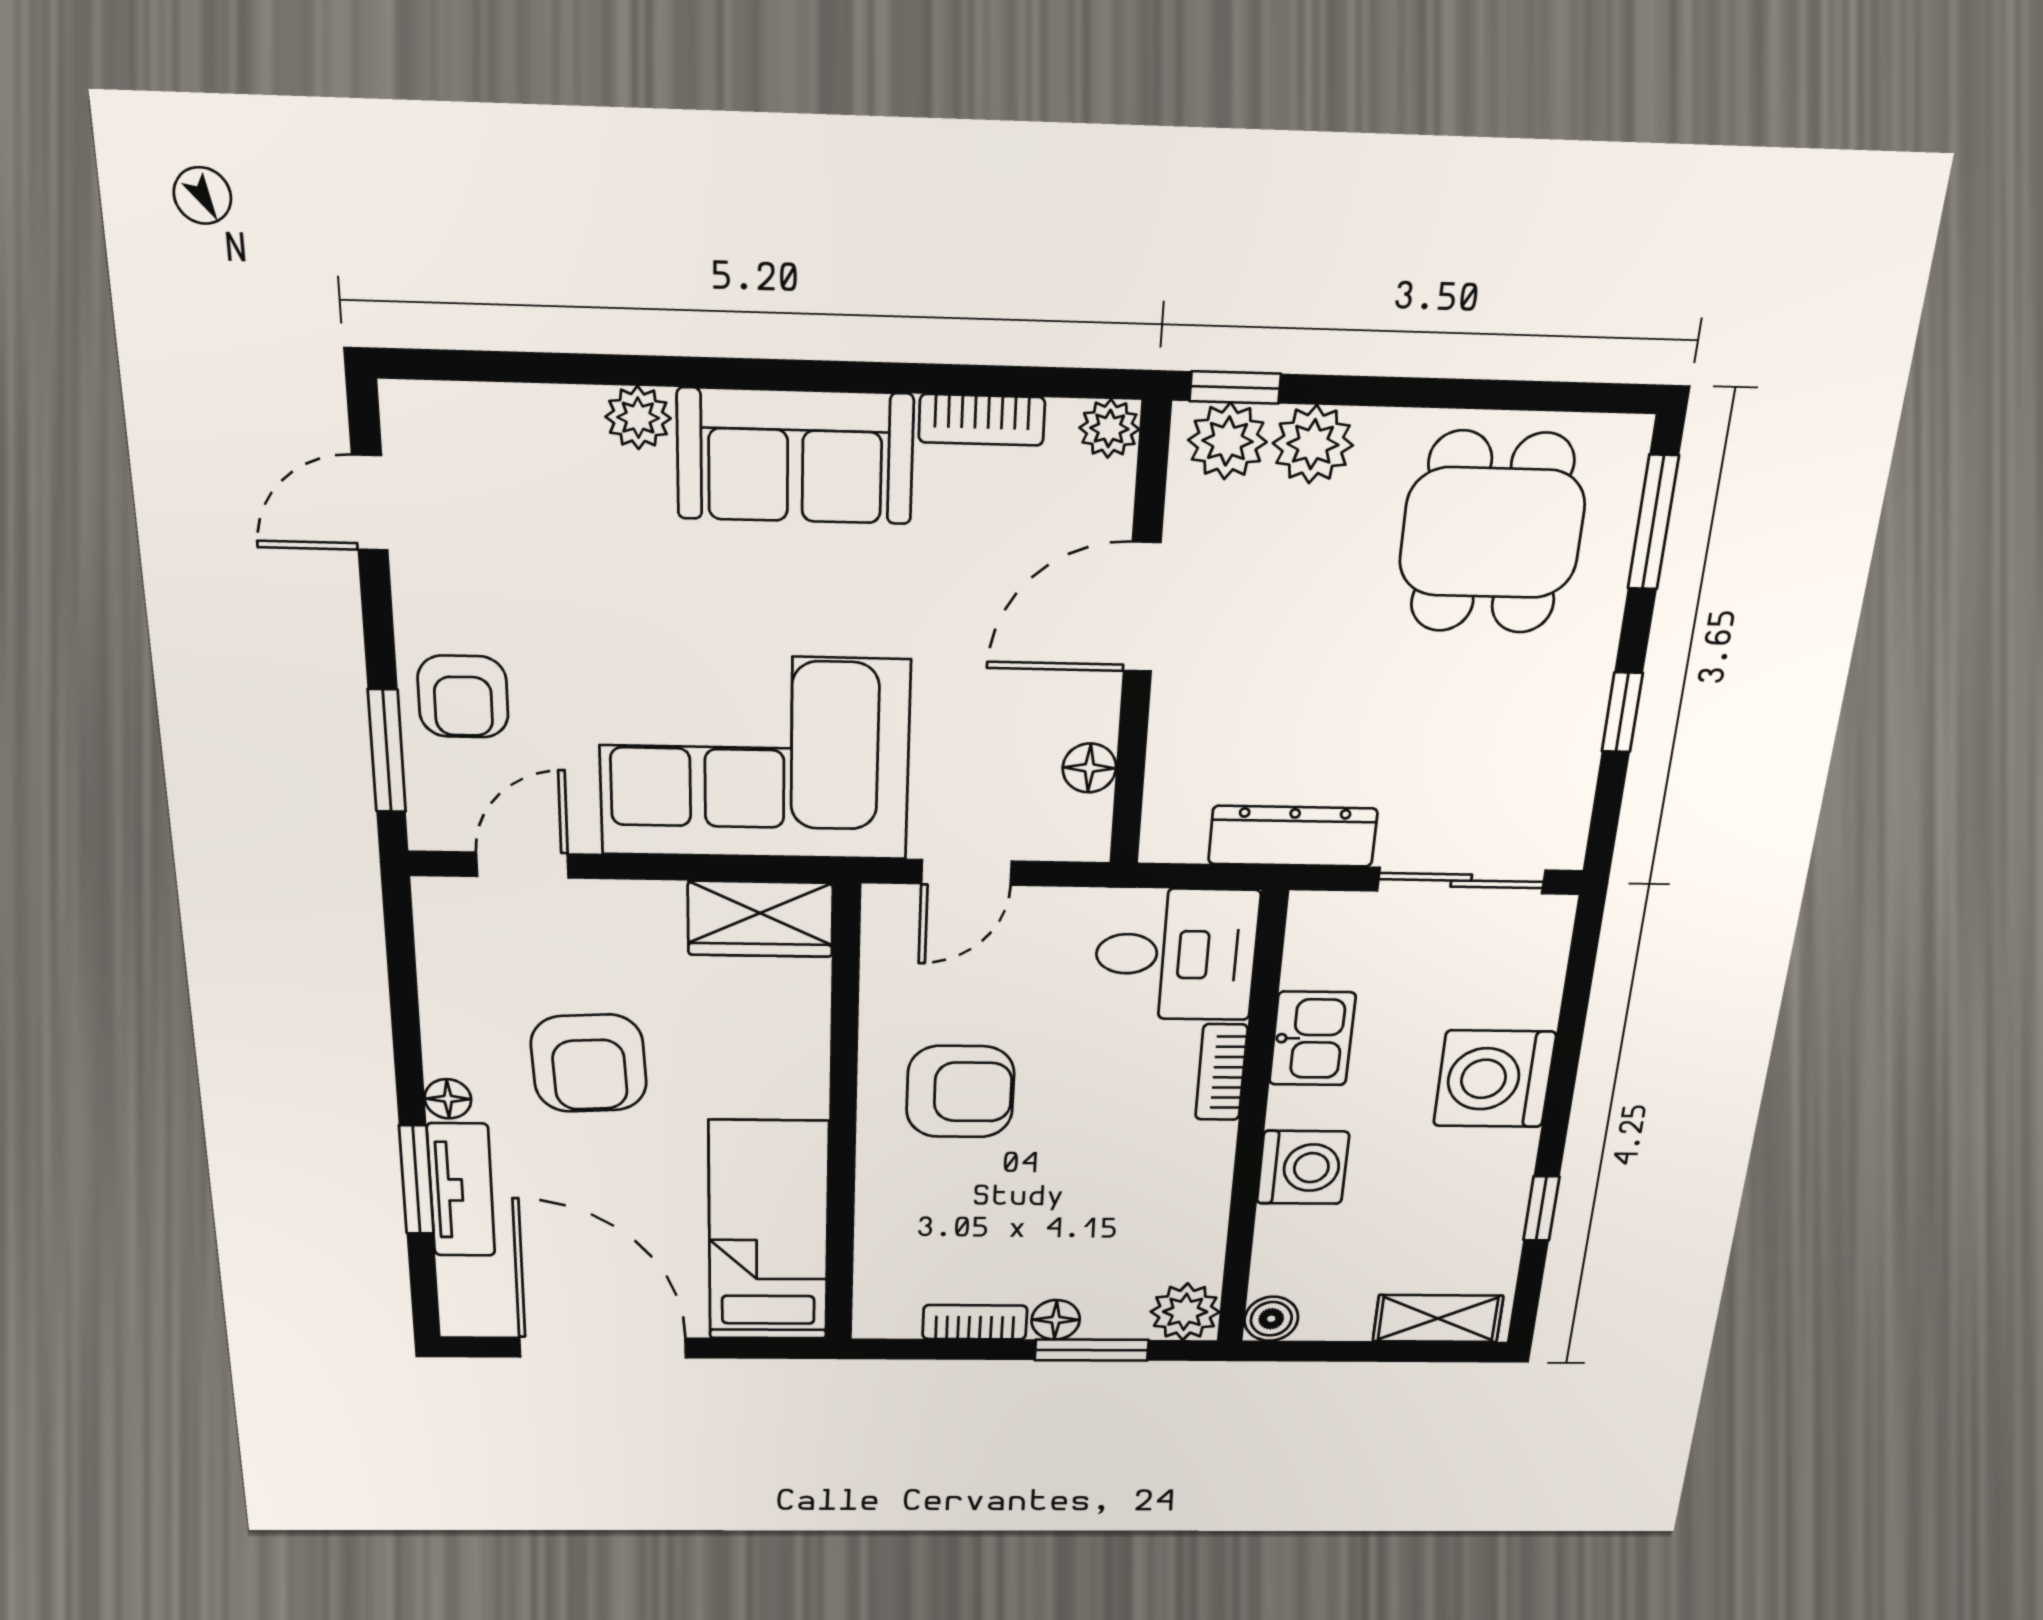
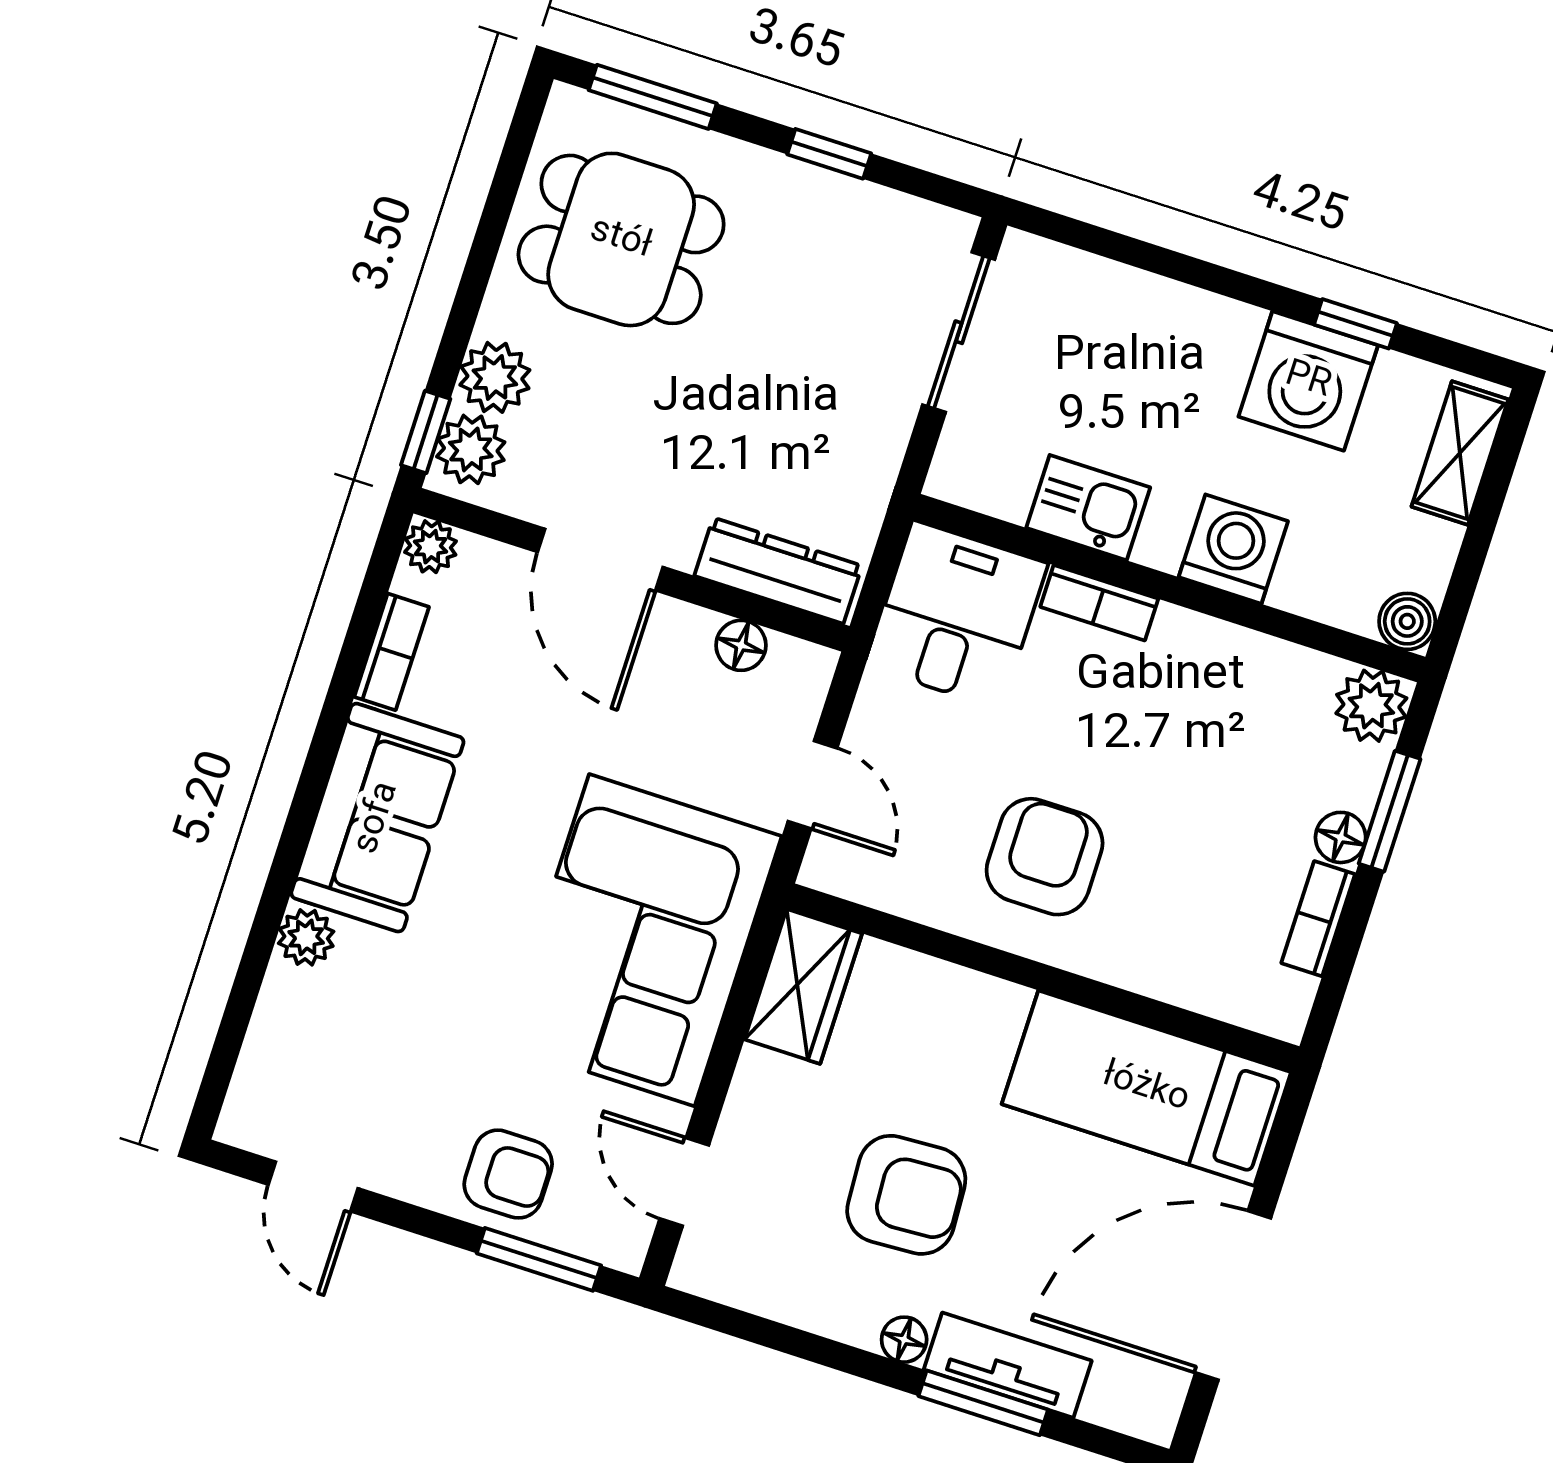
dresser: (1293, 836) -> (778, 571), moved, turned 90
washing machine: (1494, 1079) -> (1308, 381), moved

